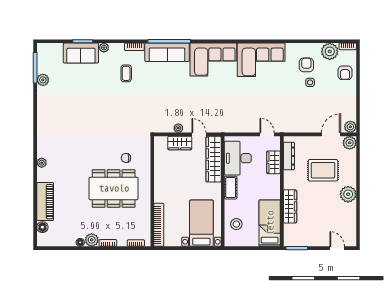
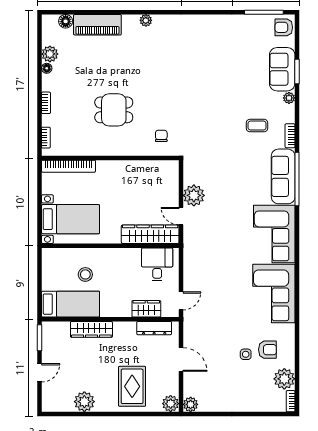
armchair: (345, 73) -> (284, 27), moved
plant: (43, 80) -> (249, 22), removed
plant: (178, 128) -> (194, 195), width x1.87, depth x1.87
door: (199, 134) -> (181, 216), swing flipped
door: (331, 134) -> (181, 359), moved
wardrobe: (180, 143) -> (170, 192), removed
chair: (126, 158) -> (161, 136), moved
desk: (238, 158) -> (157, 264), width x0.73
rug: (323, 170) -> (132, 386), moved
dining table: (114, 188) -> (114, 110), width x0.53, depth x0.80
cot: (231, 188) -> (115, 256), removed
plant: (348, 194) -> (84, 402), moved
stool: (236, 224) -> (85, 274), moved
plant: (92, 240) -> (50, 54), moved
door: (337, 248) -> (40, 373), moved

